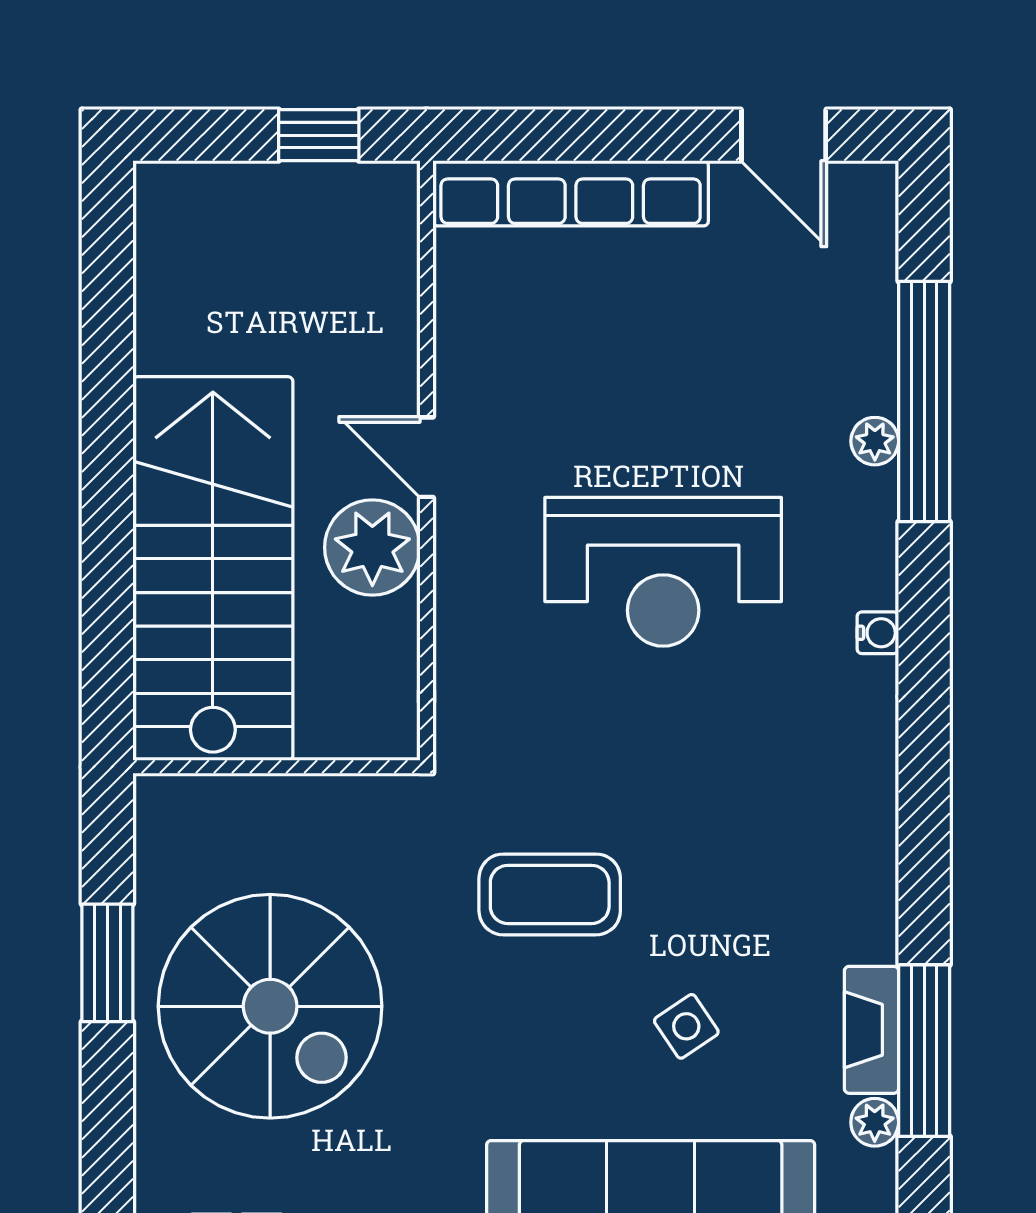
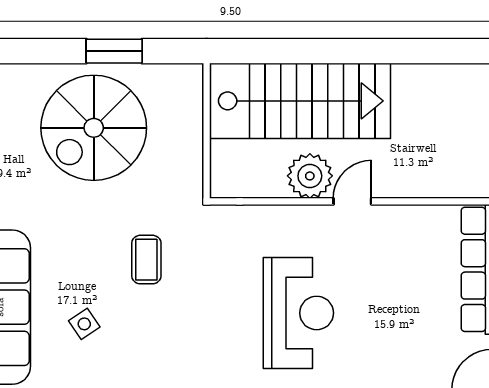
reception desk: (663, 572) -> (298, 313), turned 180
coffee table: (550, 894) -> (146, 260), width x0.73, depth x0.77

